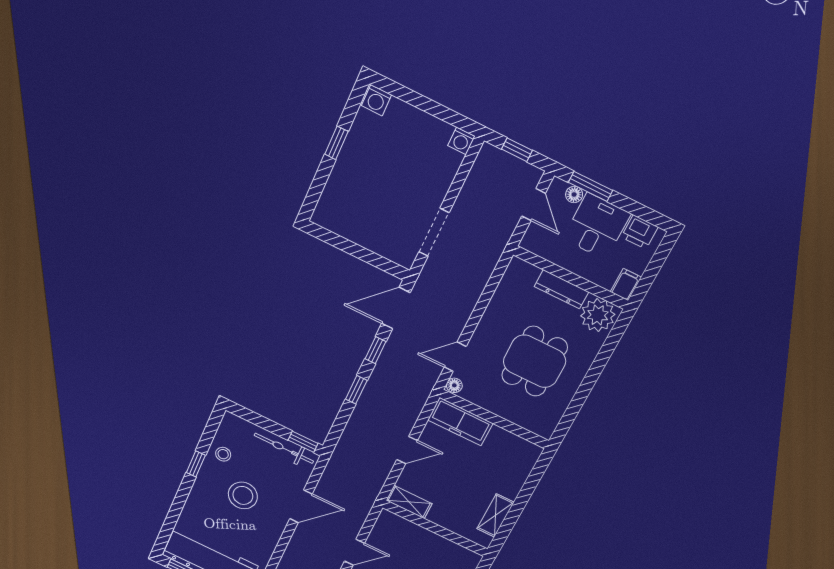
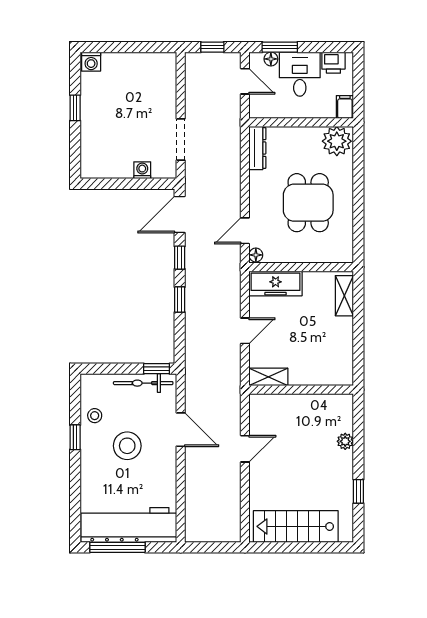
washing machine: (461, 141) -> (142, 170), moved, turned 180
dresser: (561, 289) -> (257, 148), moved, turned -90
door: (301, 506) -> (181, 430), hinge flipped
shelving: (495, 515) -> (344, 296), moved

